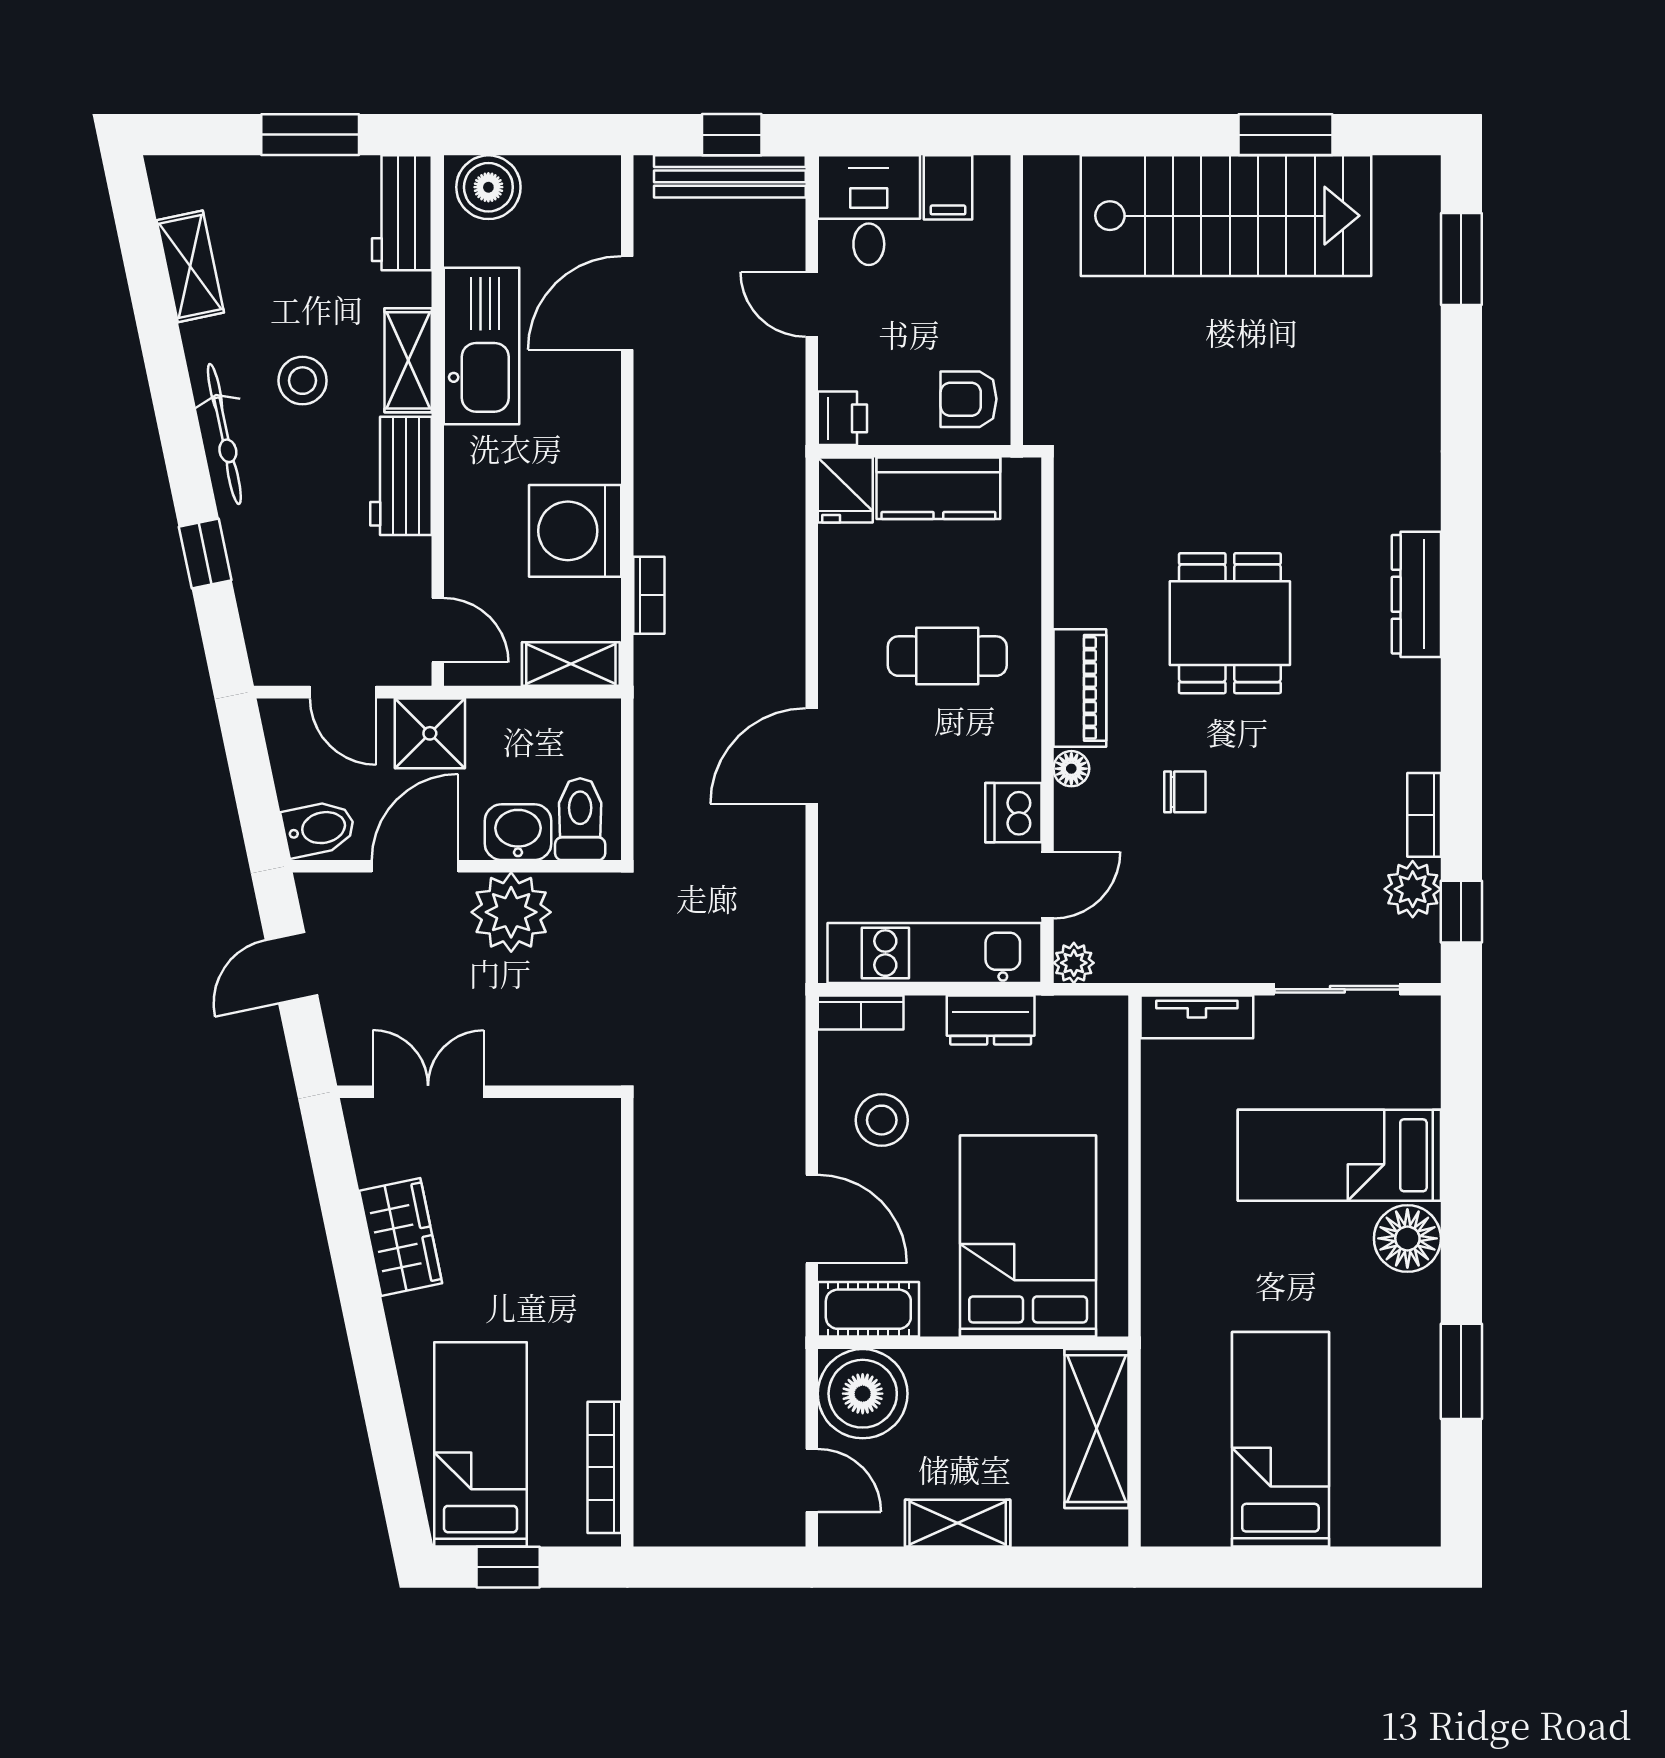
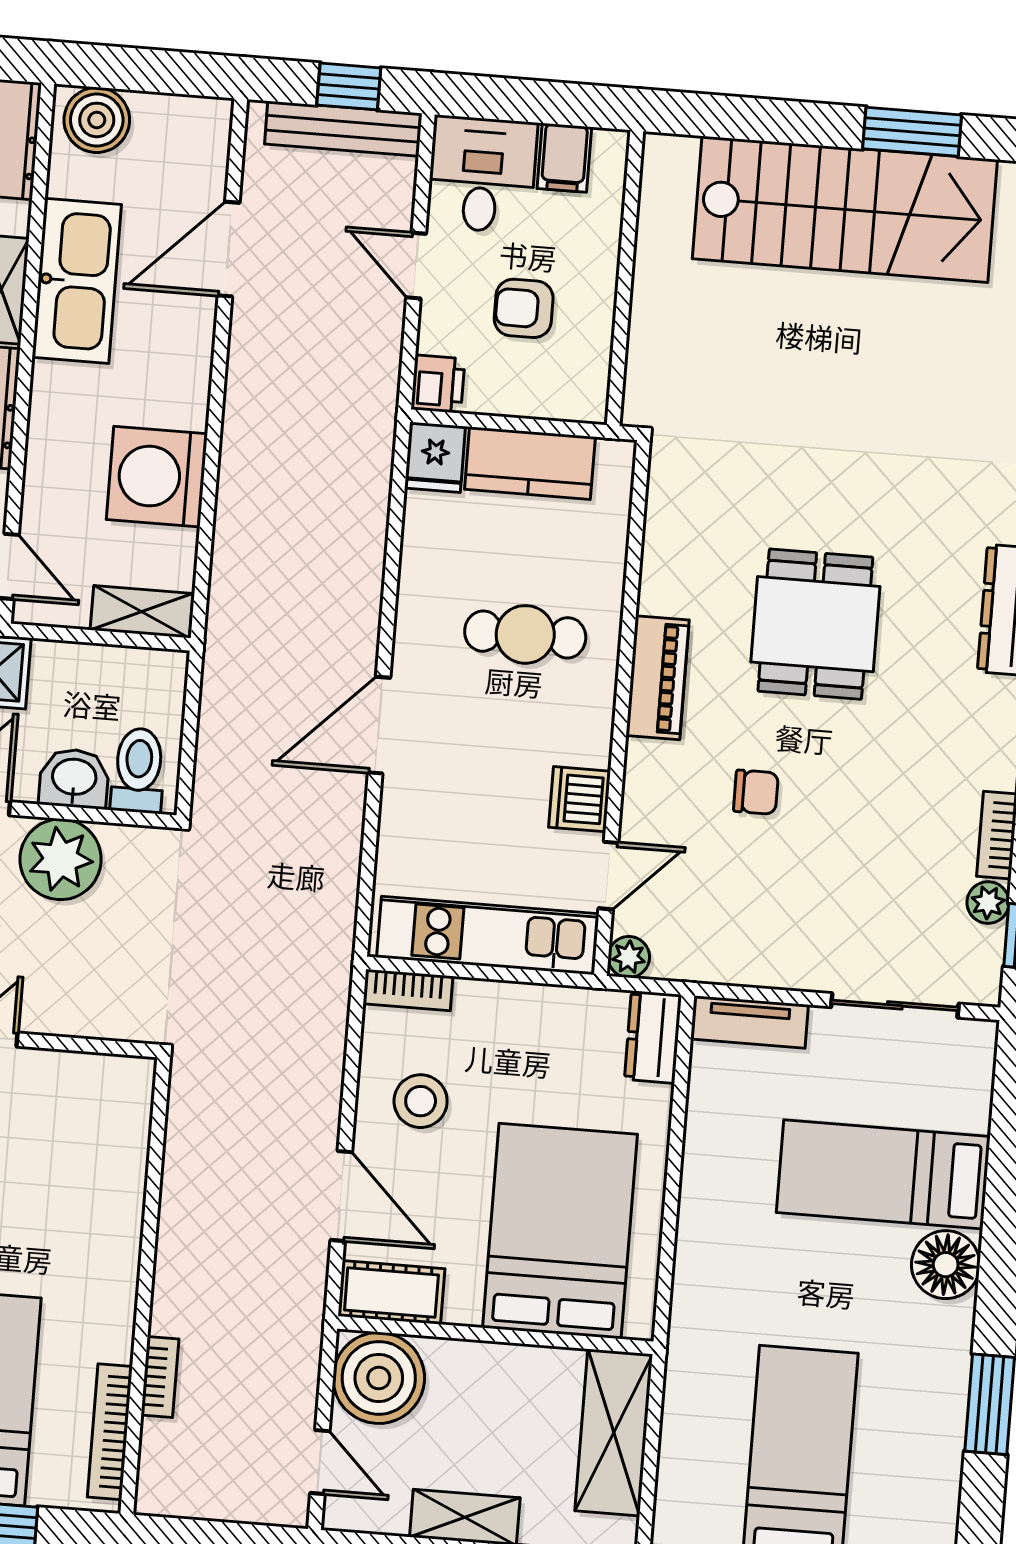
armchair: (968, 399) -> (524, 308), moved
bookcase: (649, 595) -> (160, 1377), moved
floor lamp: (1071, 769) -> (642, 759), removed
plant: (1413, 889) -> (988, 903), width x0.73, depth x0.73
dresser: (991, 1020) -> (653, 1037), moved, turned 90

